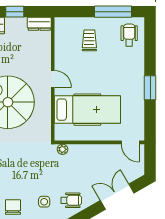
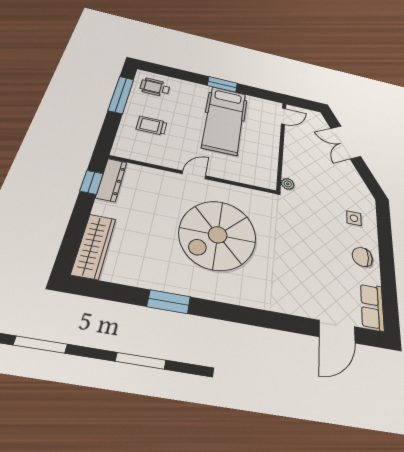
window: (15, 12) -> (92, 182), moved
dresser: (39, 24) -> (111, 180), width x1.44
hospital bed: (87, 110) -> (224, 120), moved, turned 180
wheelchair: (71, 200) -> (351, 188), removed

